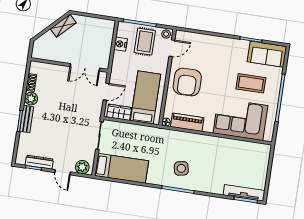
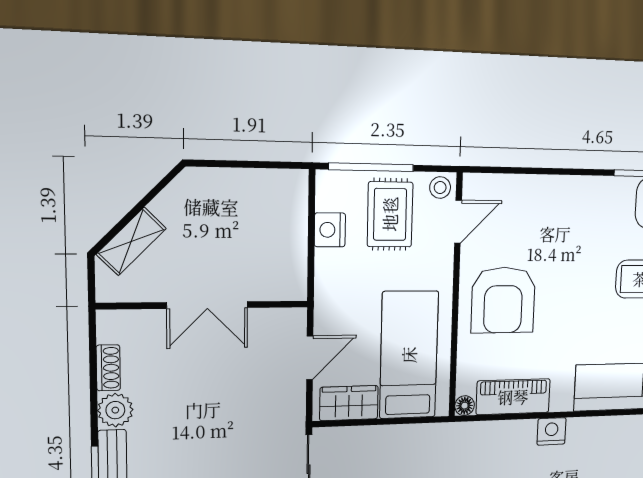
shelving: (63, 26) -> (131, 241), moved
double door: (85, 67) -> (207, 305), moved
nightstand: (202, 140) -> (552, 431), added

